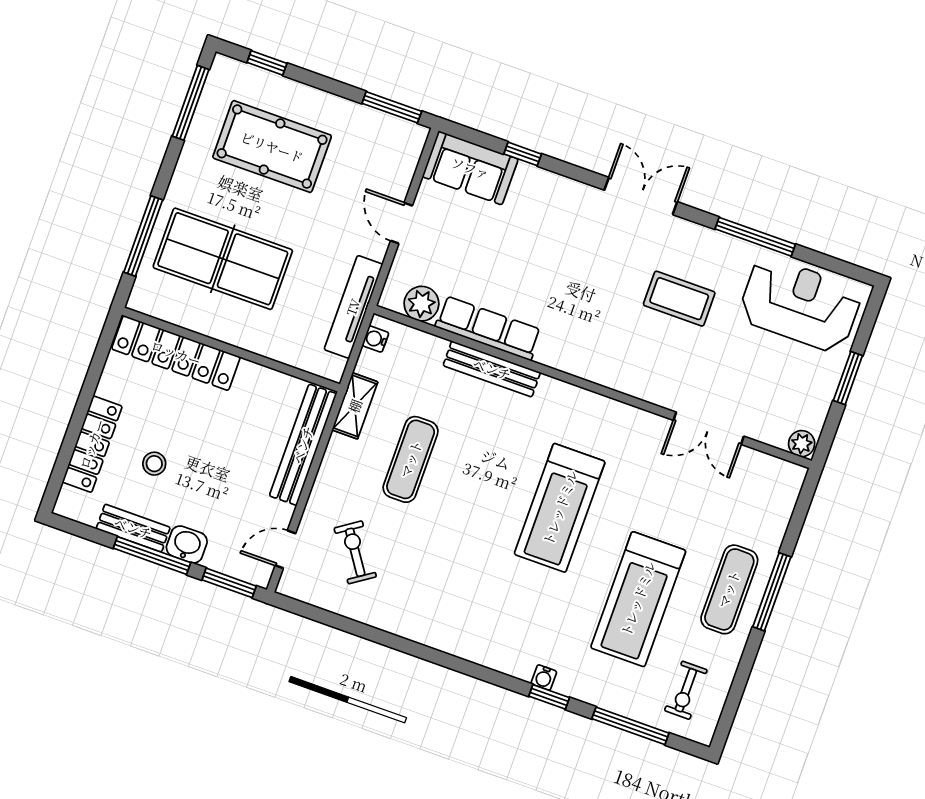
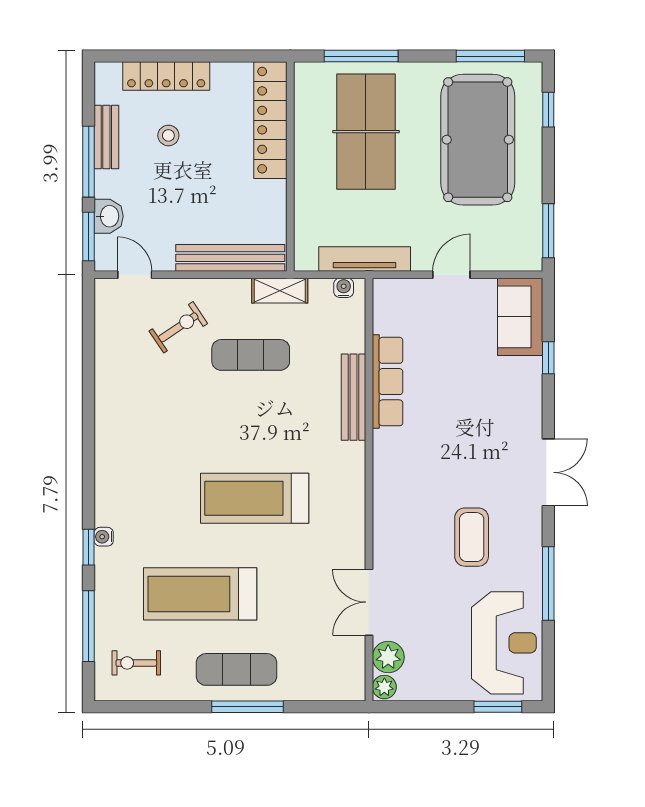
pool table: (272, 147) -> (478, 140), width x1.36, depth x1.32
plant: (421, 304) -> (388, 657), moved
window: (848, 378) -> (498, 707), moved
washbasin: (187, 545) -> (109, 216), moved
exercise bike: (355, 552) -> (178, 327), moved

